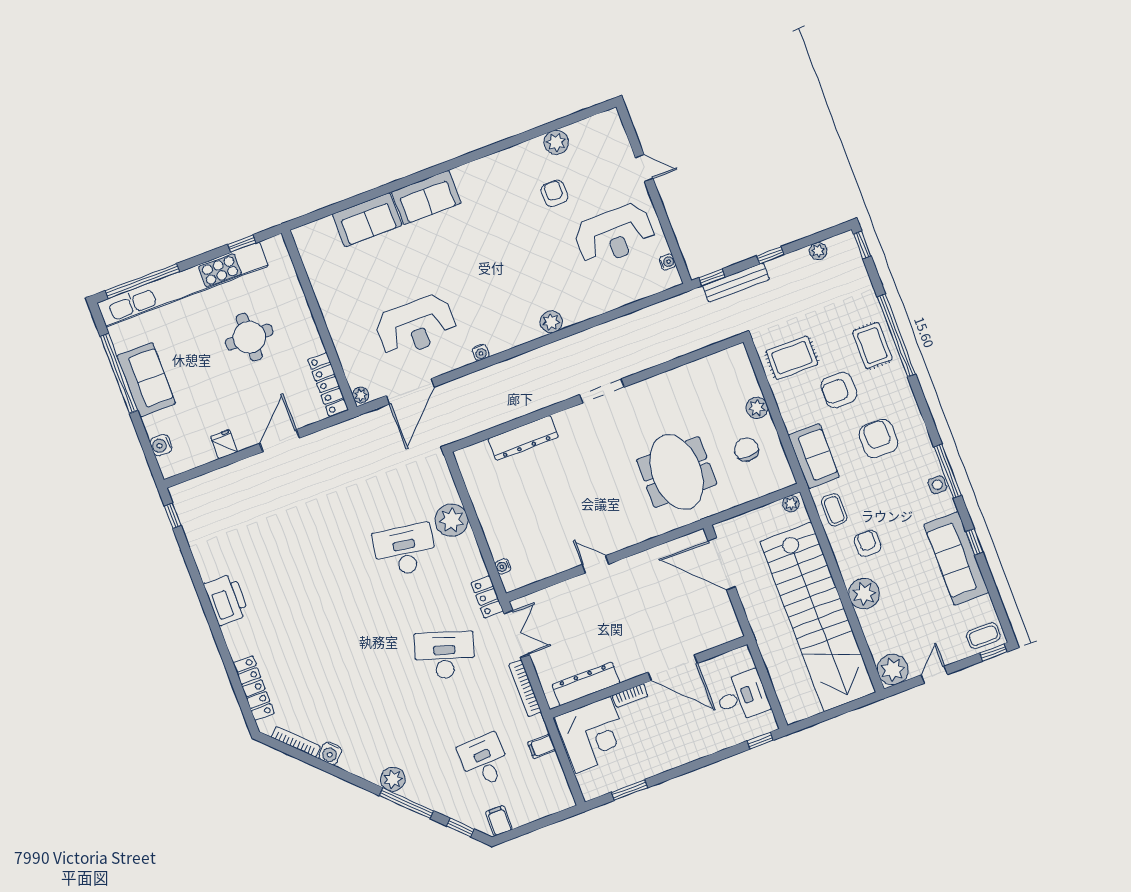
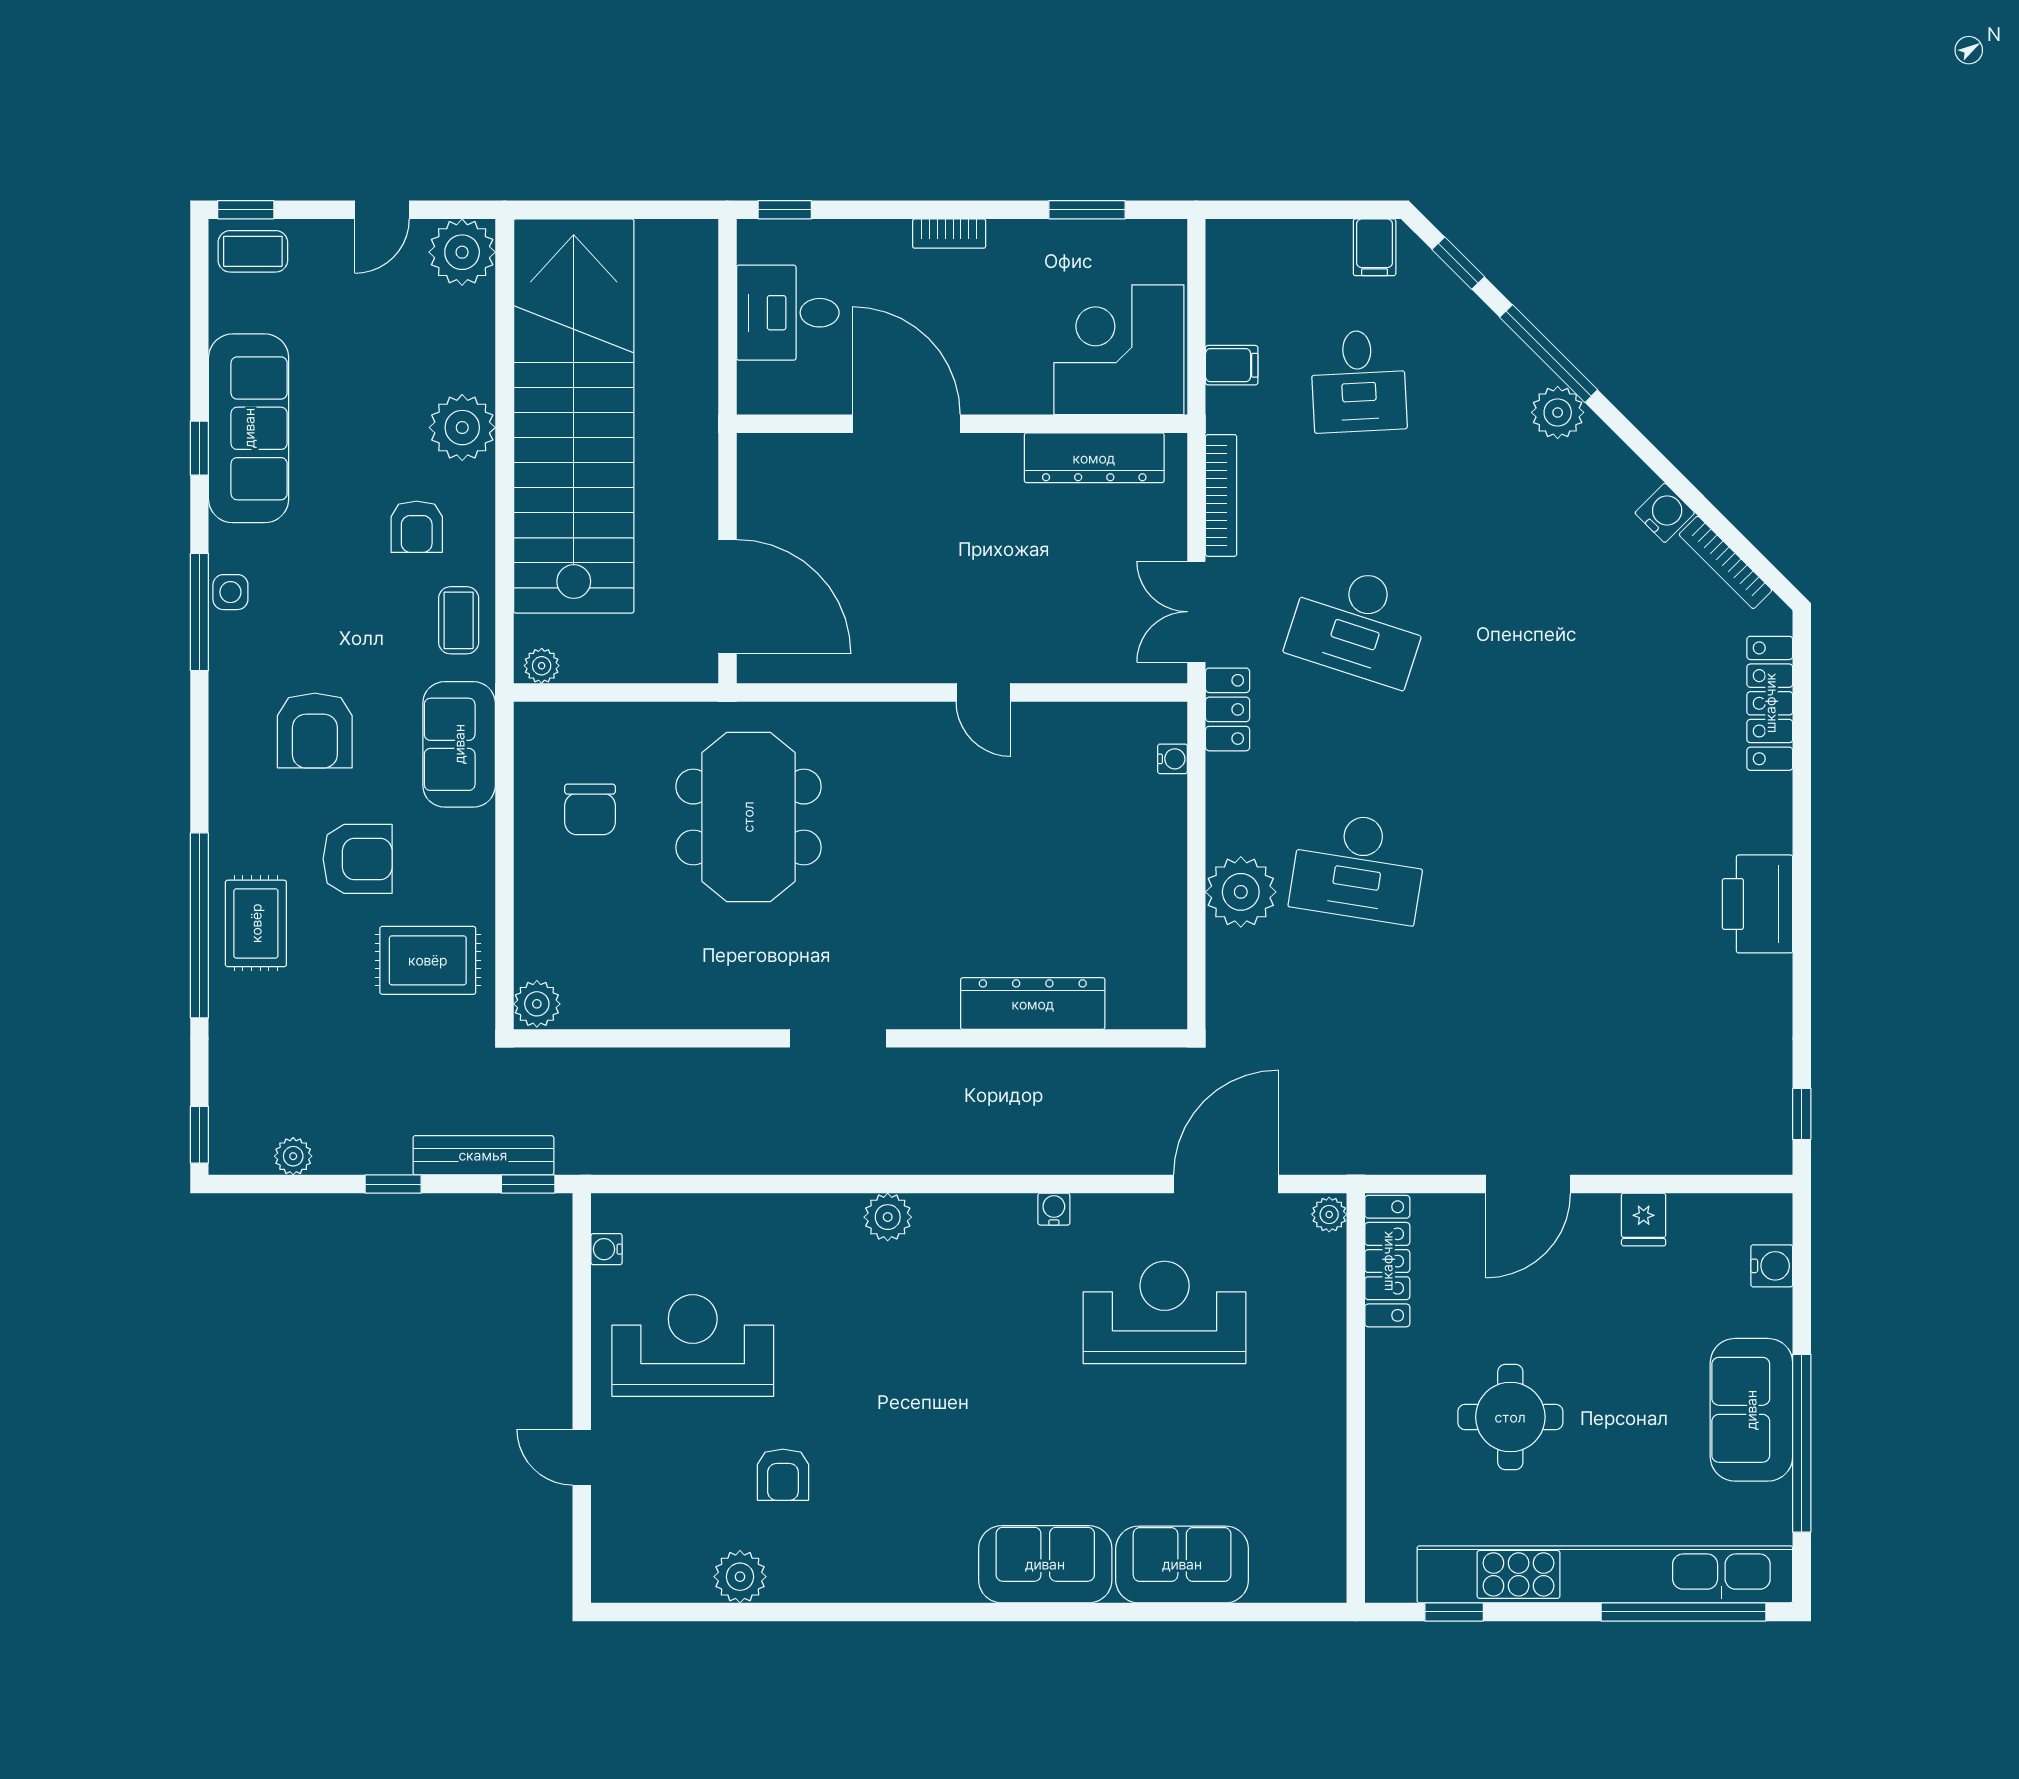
plant: (757, 408) -> (537, 1004), moved
bookcase: (630, 696) -> (949, 234), moved, turned 180

